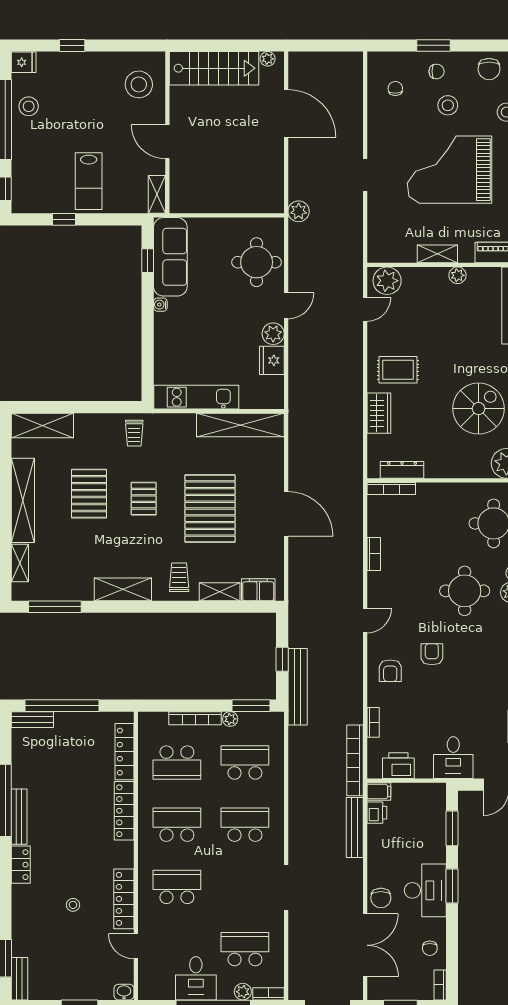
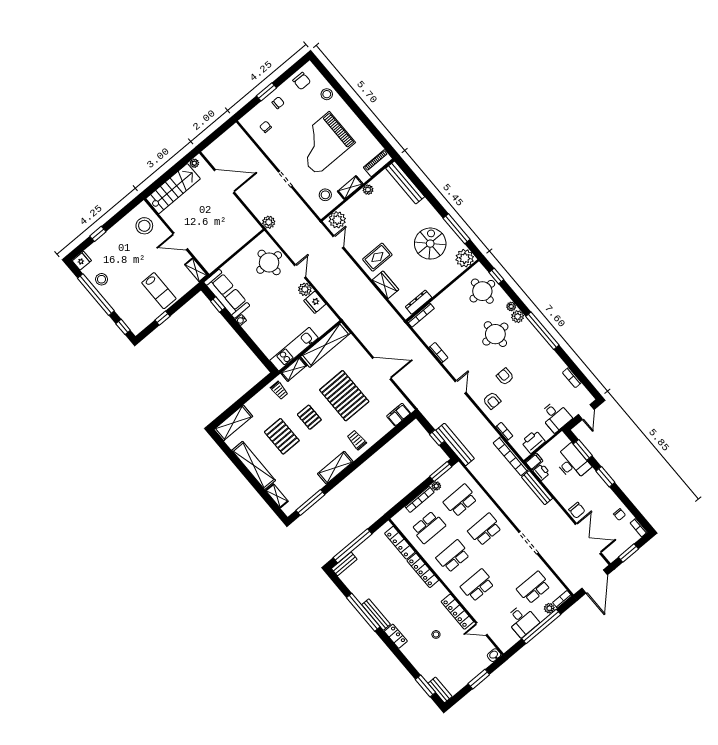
stool: (448, 105) -> (325, 195), moved
shelving: (220, 592) -> (294, 369), moved
desk: (425, 890) -> (572, 463), moved

